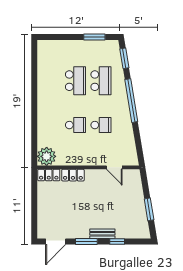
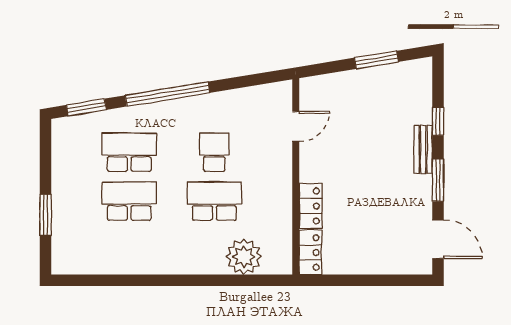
window: (94, 37) -> (45, 215), moved
school desk: (75, 125) -> (214, 201), width x1.85
plant: (47, 156) -> (244, 257), moved

